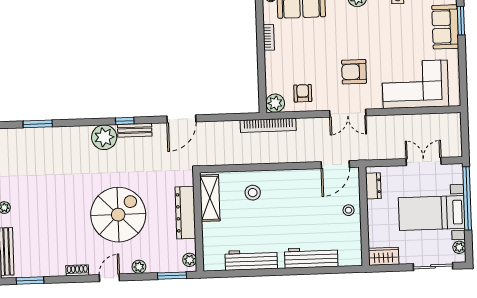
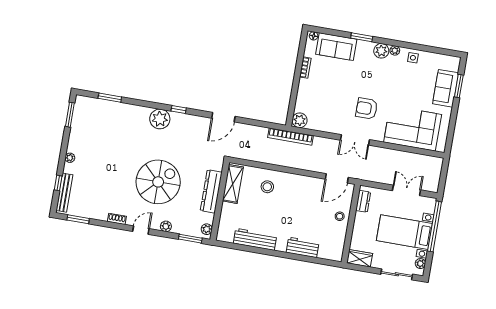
armchair: (303, 93) -> (323, 117), removed
bench: (135, 130) -> (185, 118), removed
workbench: (311, 258) -> (303, 247), width x0.73

